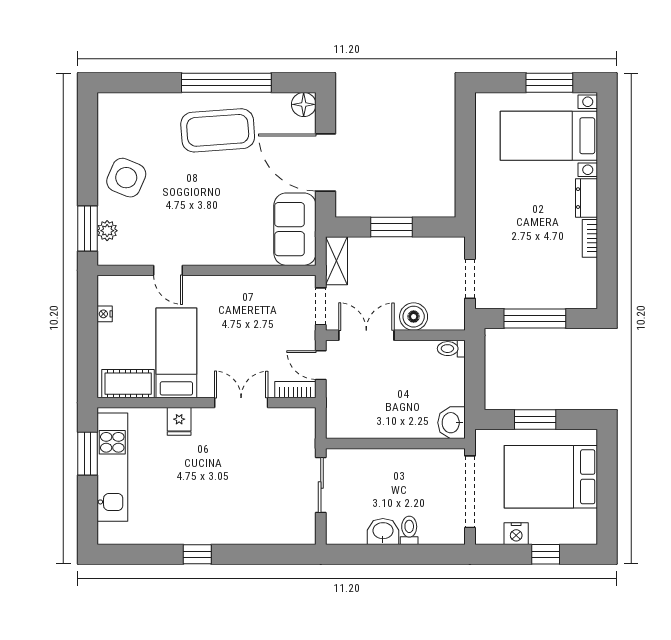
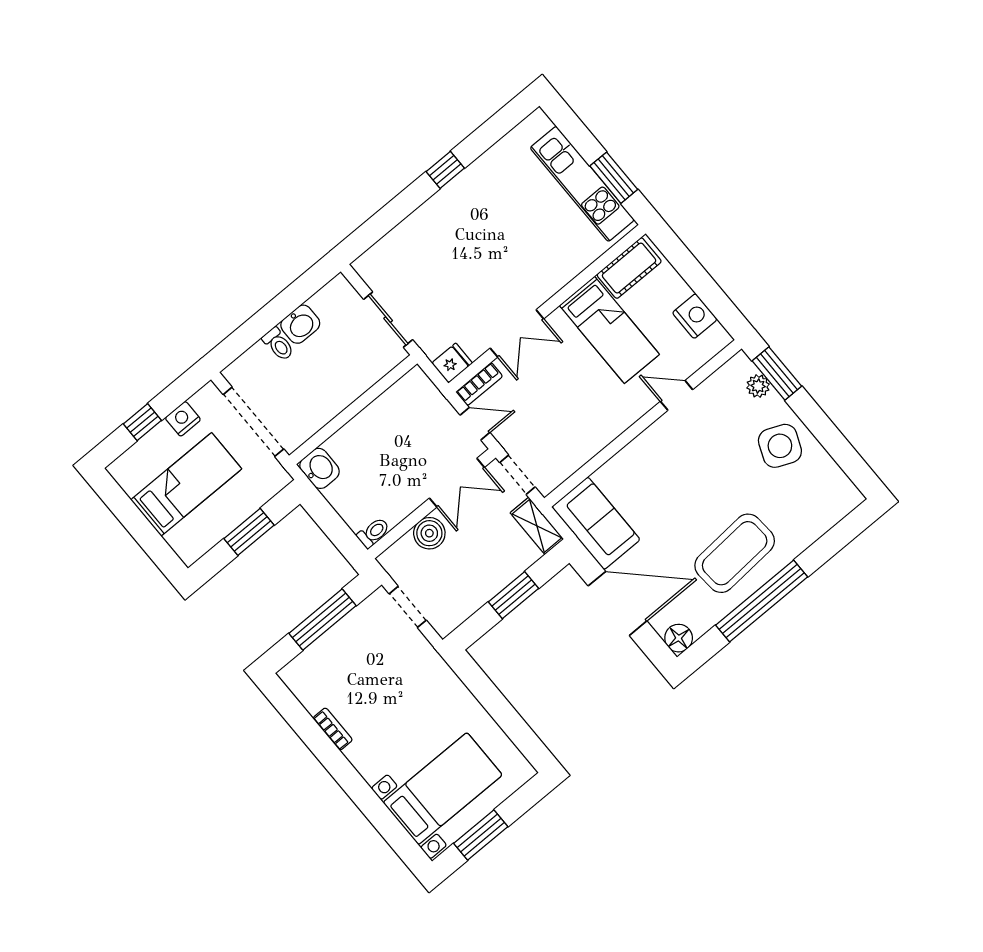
dresser: (587, 198) -> (365, 762), removed
nightstand: (105, 314) -> (695, 316), width x1.89, depth x1.79
fridge: (179, 421) -> (452, 363), moved, turned 90
bed: (551, 477) -> (186, 484), width x0.67

